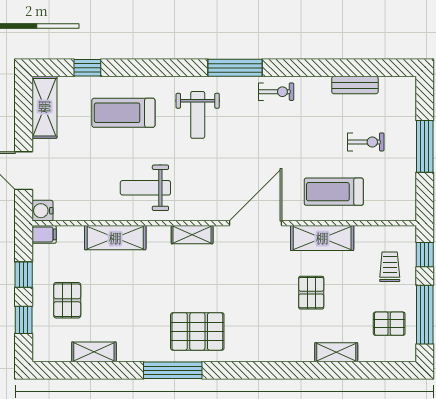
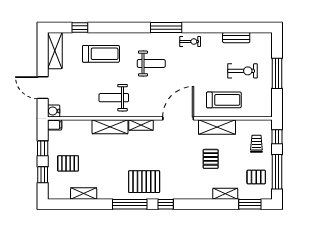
treadmill: (123, 113) -> (101, 54), turned 180
weight bench: (198, 115) -> (151, 63), moved, turned -90
exercise bike: (366, 142) -> (243, 71), width x1.38, depth x1.39
treadmill: (334, 192) -> (224, 100), turned 180
shelving: (115, 238) -> (110, 127), moved
pallet: (67, 300) -> (68, 163), turned 90
window: (234, 370) -> (166, 204), added
window: (378, 370) -> (250, 204), added

